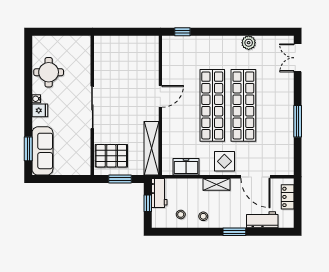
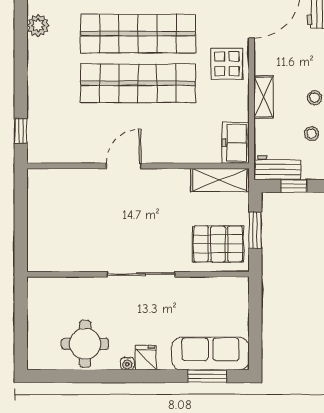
door: (160, 96) -> (124, 166), hinge flipped
shelving: (151, 148) -> (220, 180), width x0.68
pallet: (111, 156) -> (218, 244), turned 90
freezer: (186, 167) -> (236, 143), moved
shelving: (216, 184) -> (264, 97), moved

